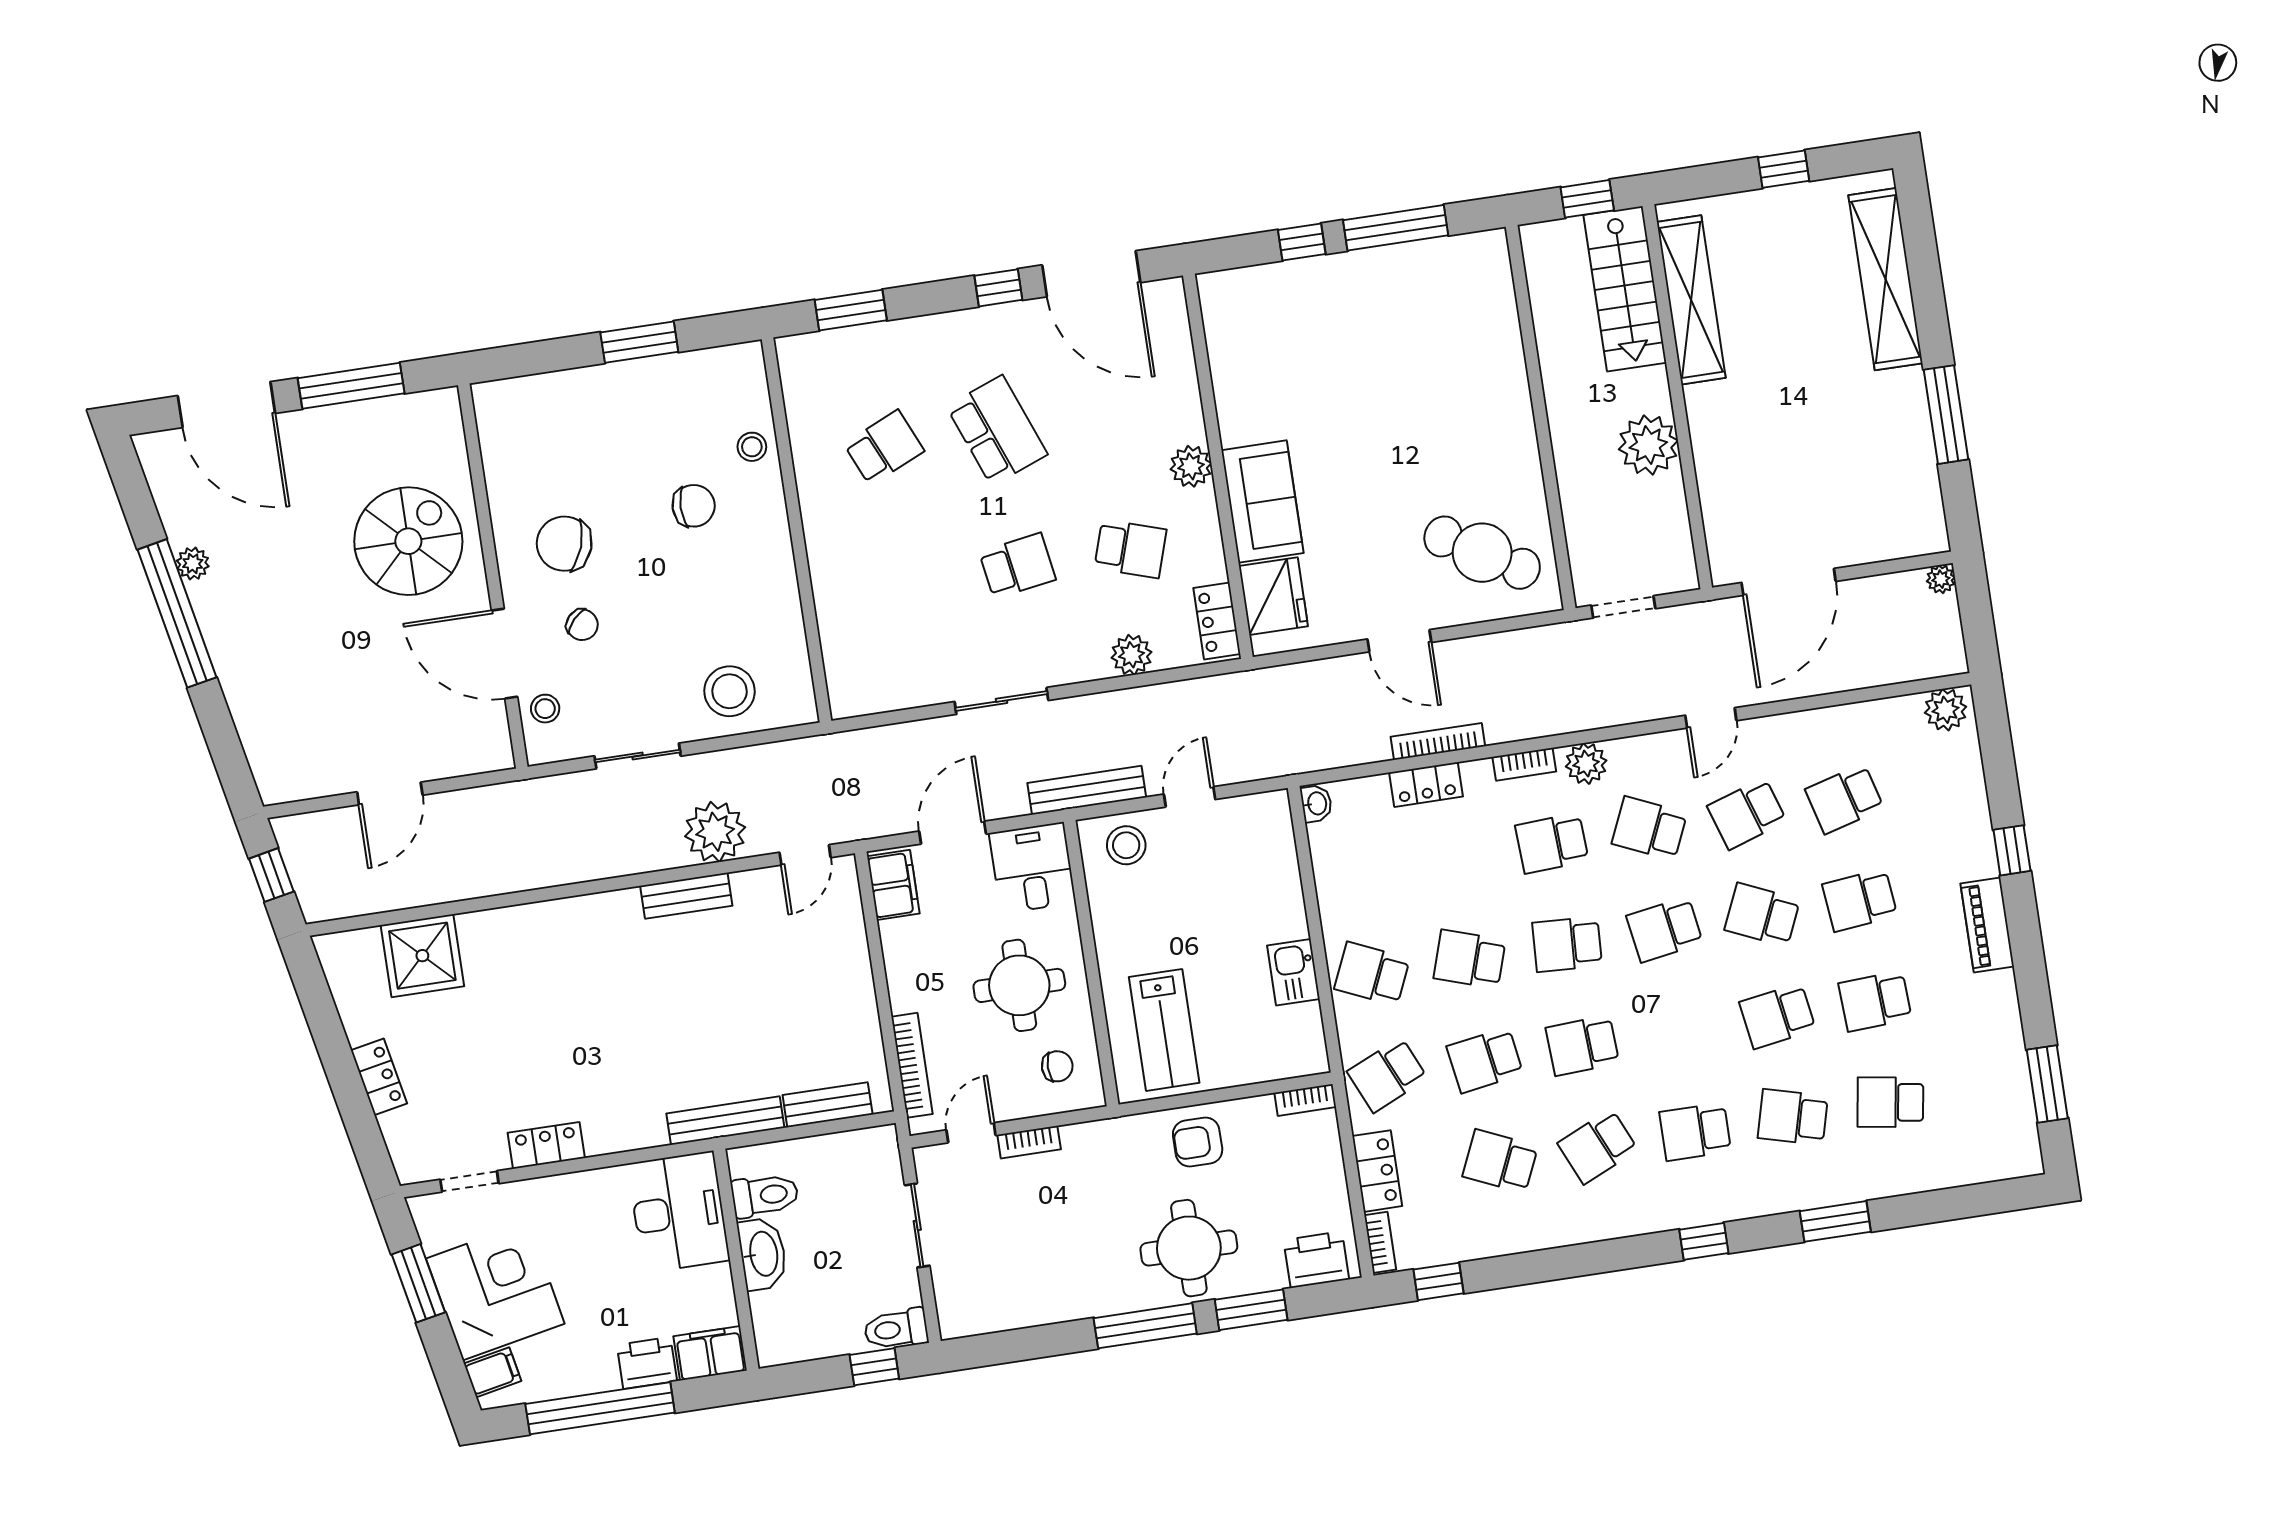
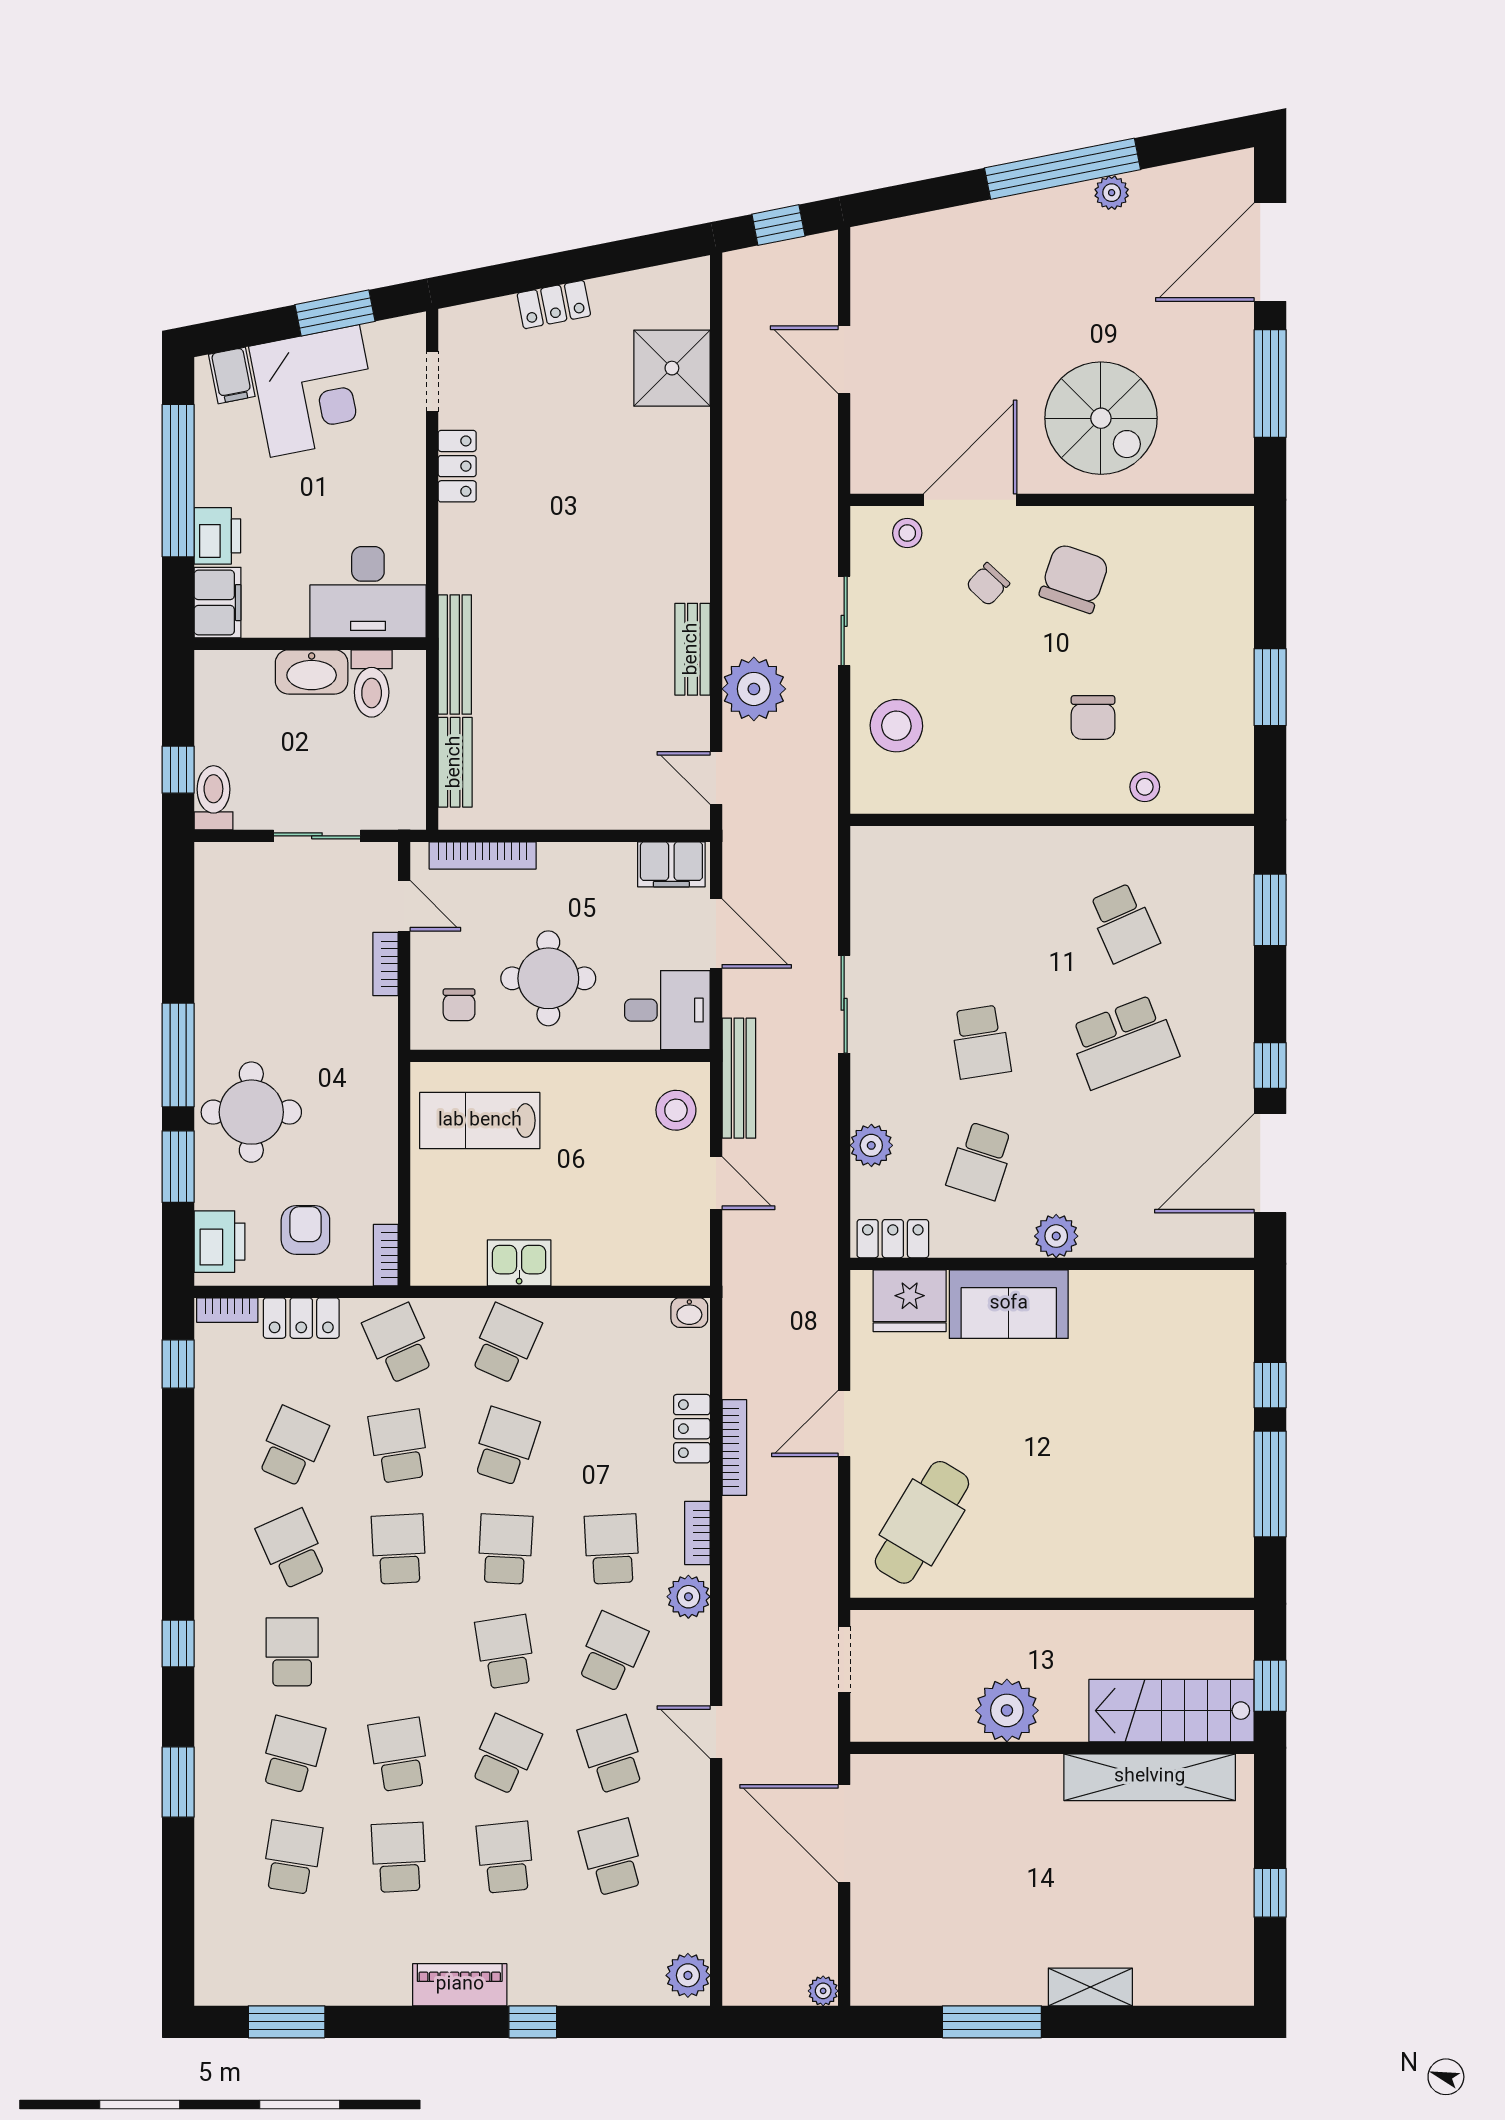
shelving: (1886, 279) -> (1090, 1987), width x0.45, depth x0.75
armchair: (1198, 1142) -> (305, 1230), moved

